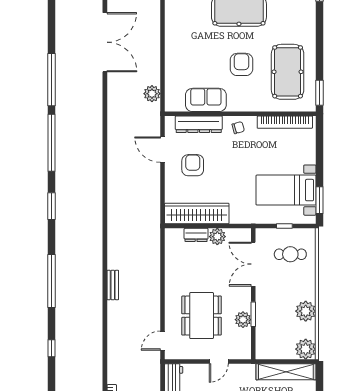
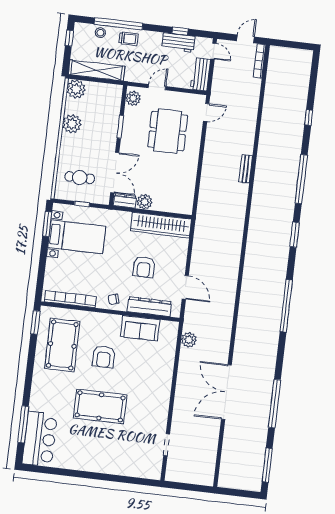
window: (52, 80) -> (275, 404), moved
armchair: (193, 165) -> (144, 267), moved
window: (52, 206) -> (295, 235), moved
dresser: (196, 235) -> (125, 201), moved
plant: (243, 320) -> (133, 98), moved

